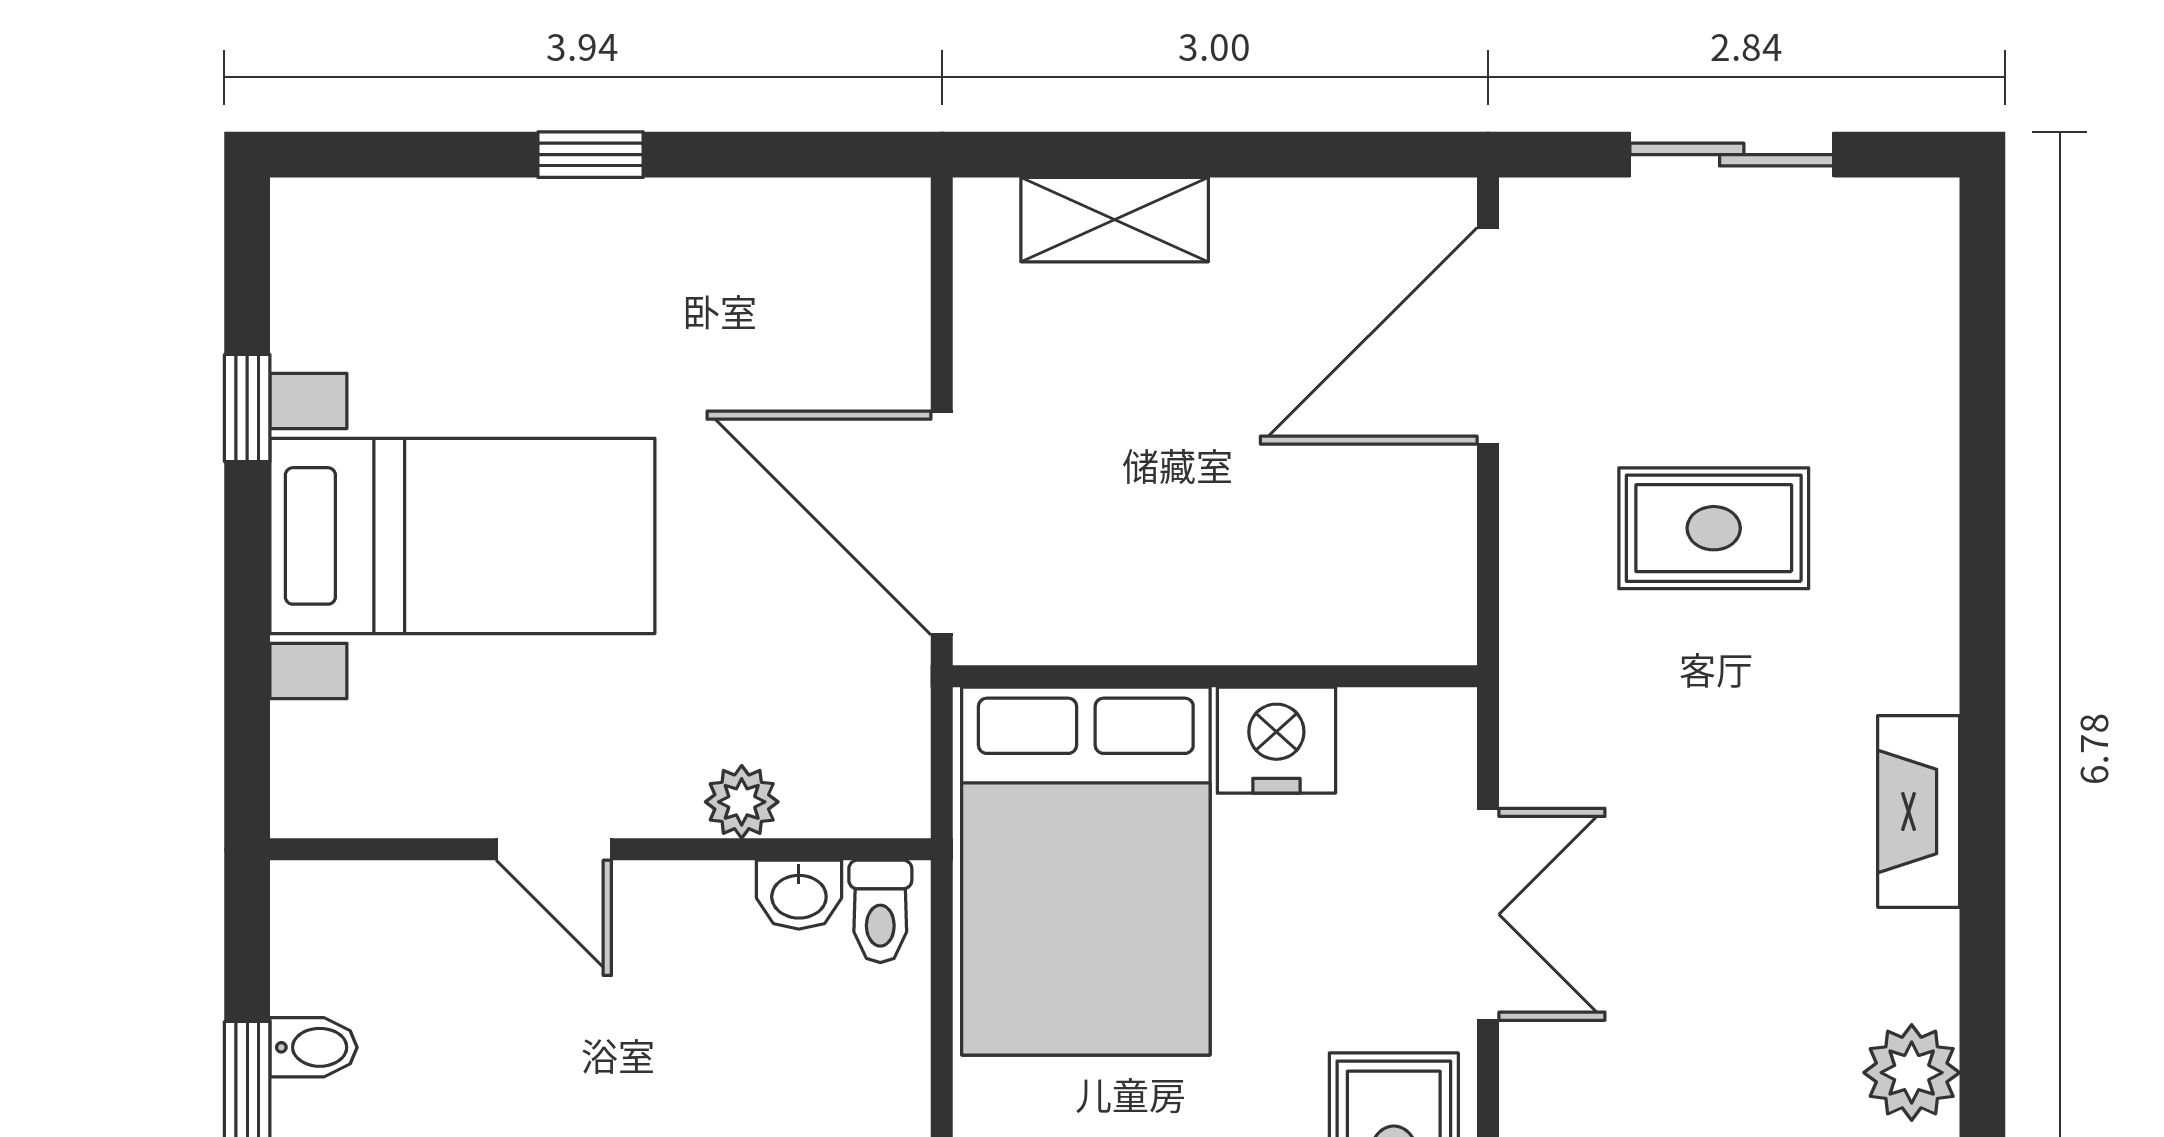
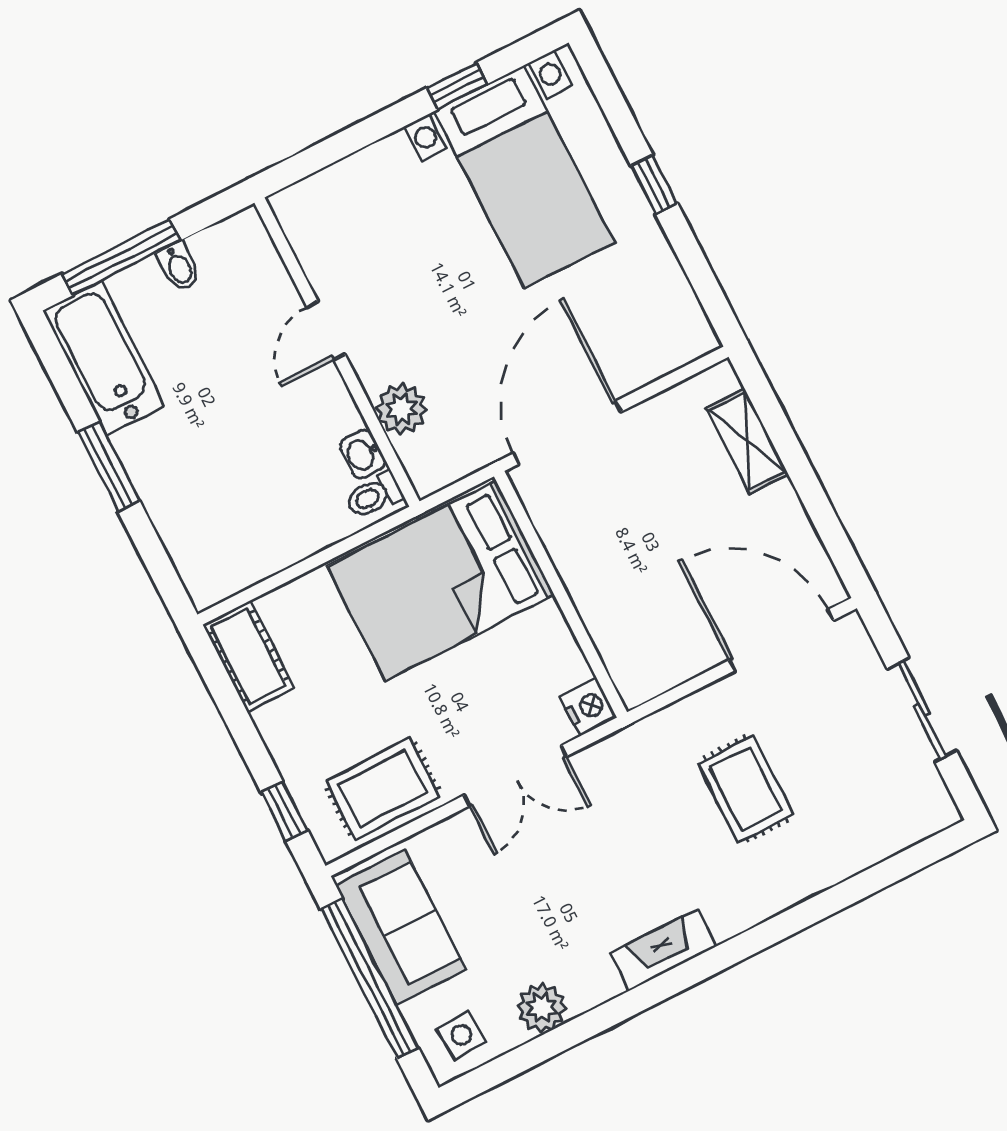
bed with nightstands: (462, 536) -> (524, 177), moved
nightstand: (1276, 740) -> (588, 707), moved, width x0.74, depth x0.75
plant: (742, 802) -> (401, 409), width x1.38, depth x1.38

